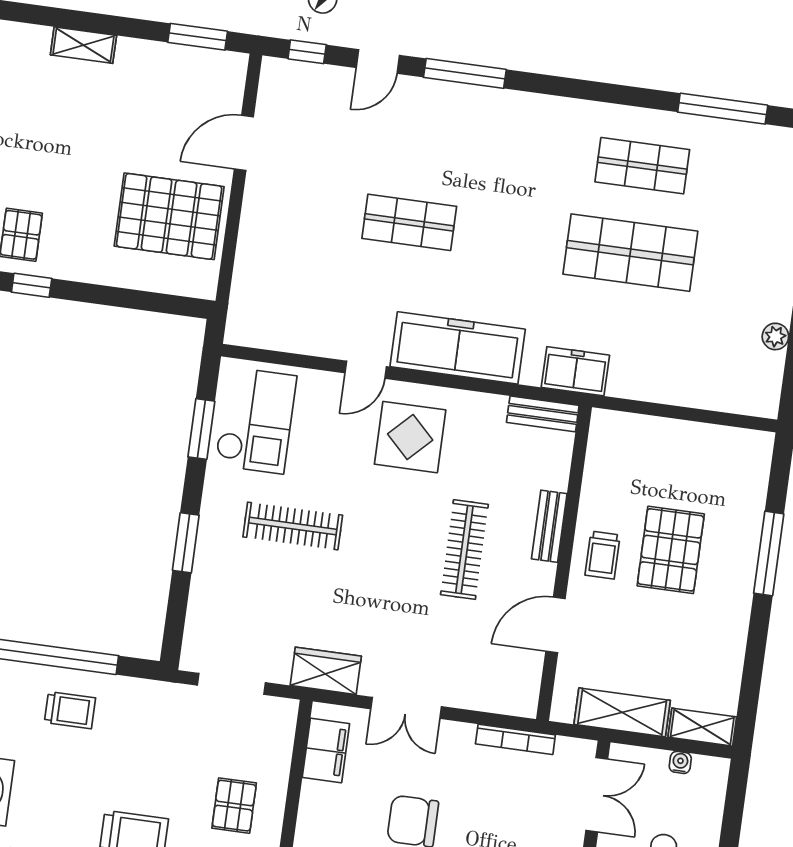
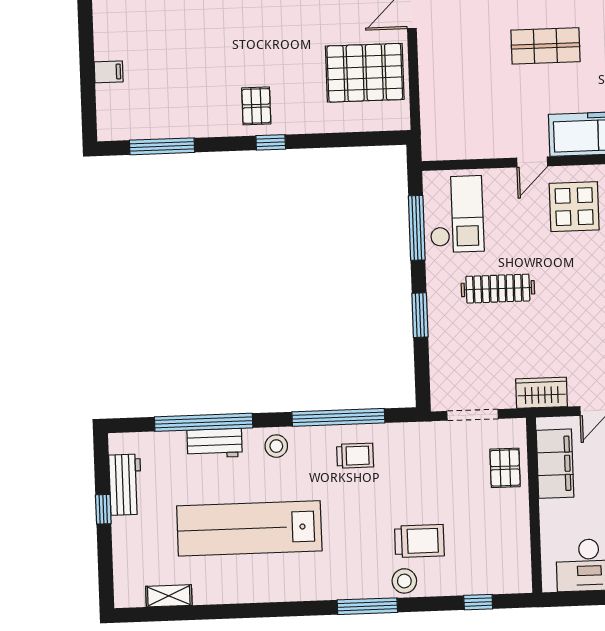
window: (201, 429) -> (417, 228), width x1.44
filing cabinet: (326, 751) -> (555, 464), width x1.50, depth x1.17
pallet: (234, 806) -> (505, 468), moved

